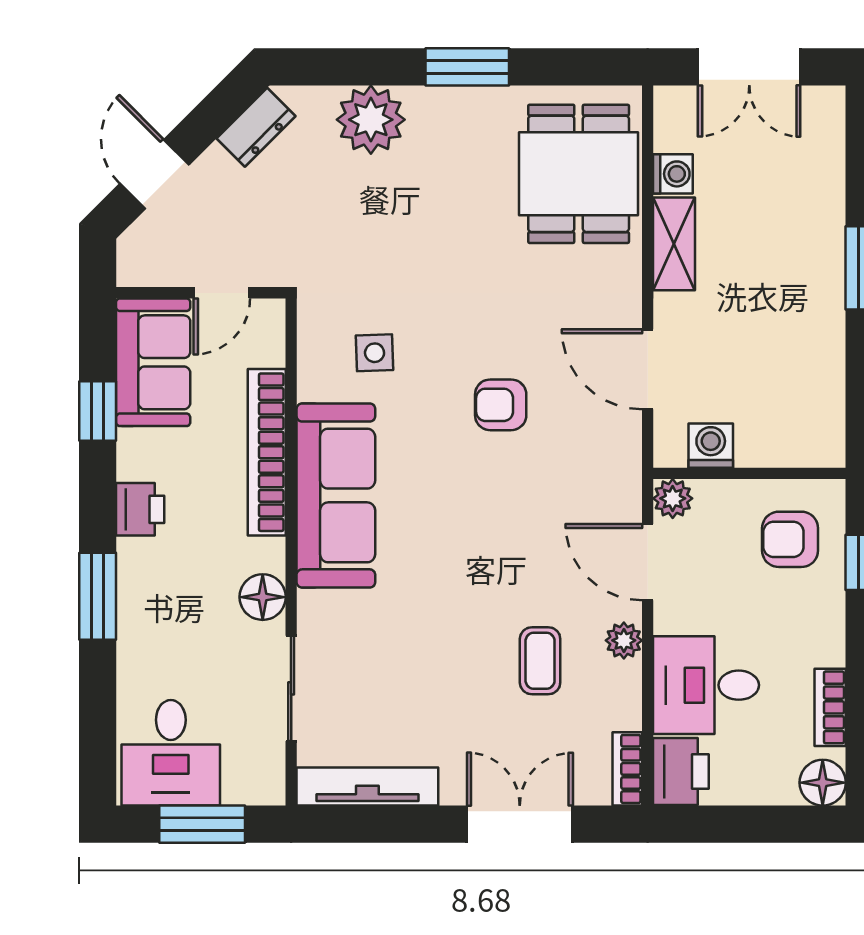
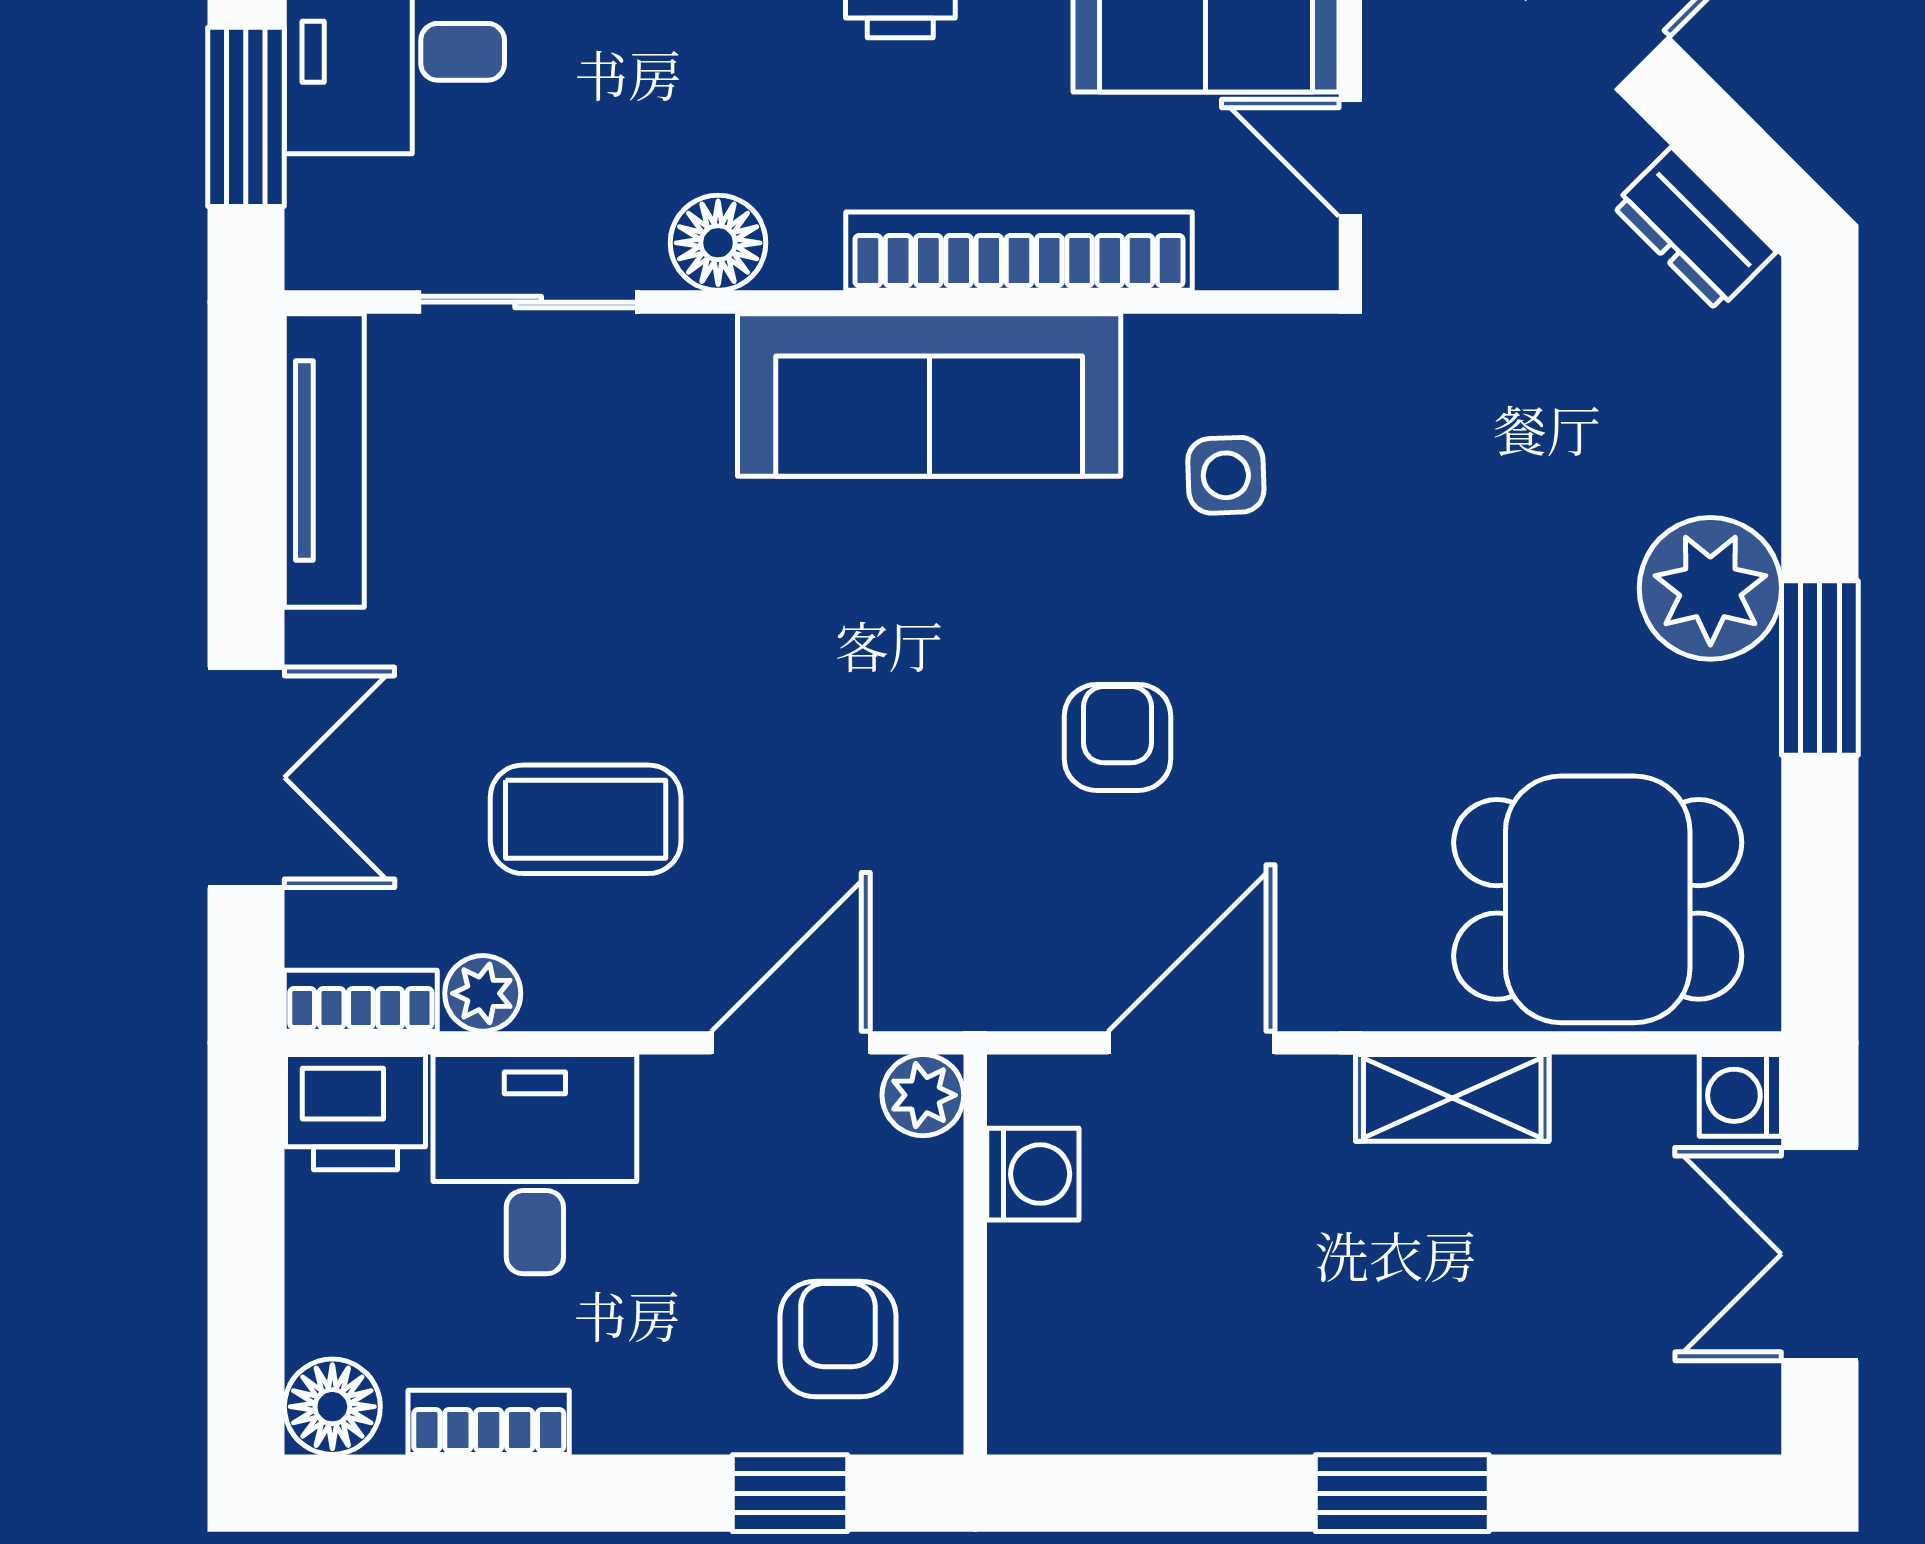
plant: (371, 120) -> (1710, 588), moved
washing machine: (673, 174) -> (1740, 1095), moved, turned 90
plant: (624, 640) -> (483, 993), moved
coffee table: (540, 661) -> (586, 819), width x1.36, depth x1.30

